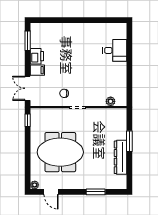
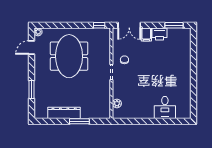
double door: (28, 88) -> (129, 25), swing flipped

